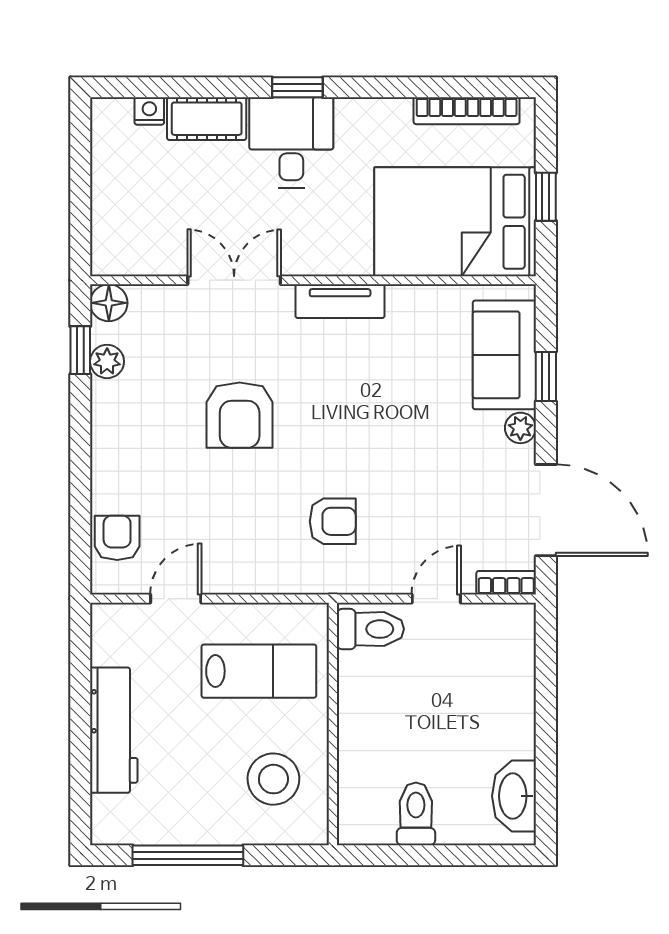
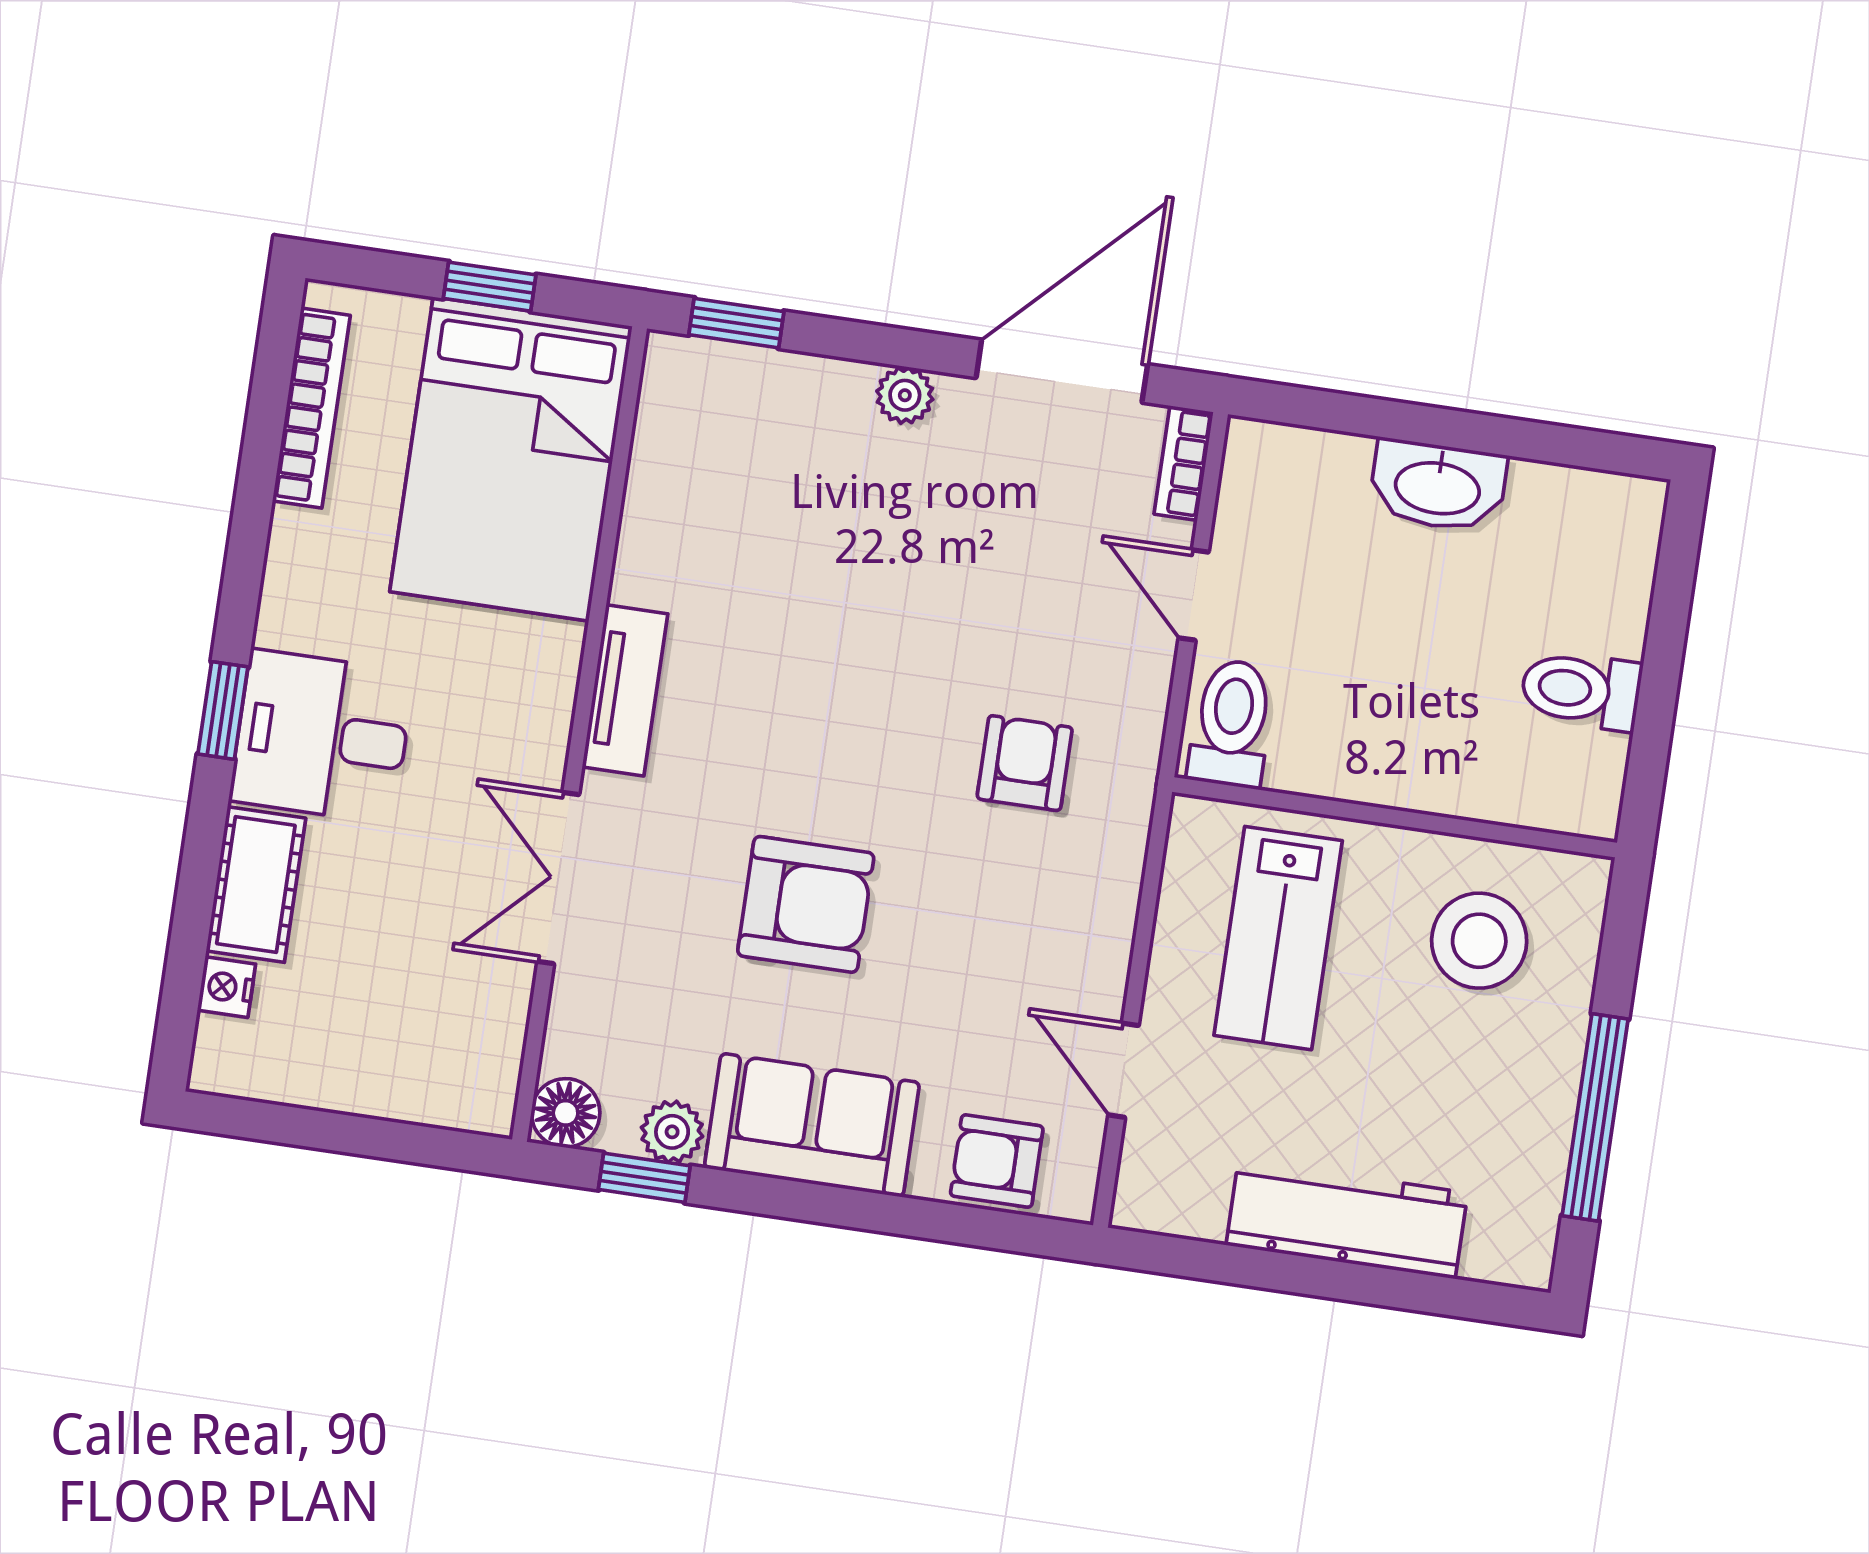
sofa: (504, 355) -> (812, 1125), moved, turned 180
window: (546, 376) -> (736, 323), moved
lab bench: (259, 671) -> (1278, 938), turned 180
washbasin: (514, 796) -> (1438, 486), moved

